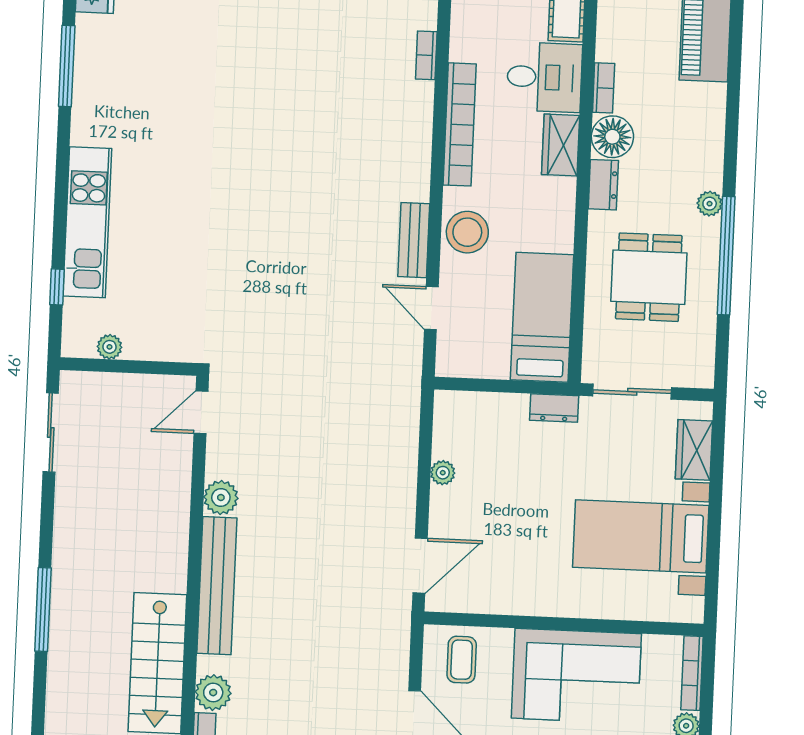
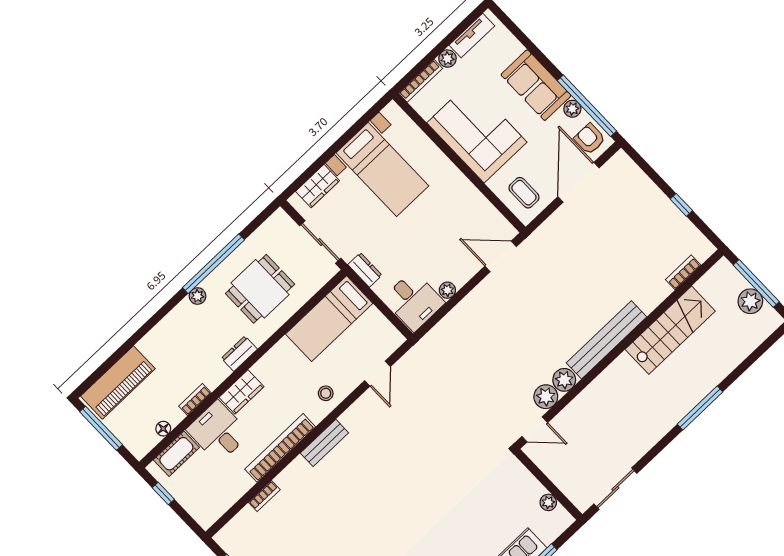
floor lamp: (612, 137) -> (163, 429), moved, width x0.53, depth x0.53
stool: (467, 232) -> (326, 393), width x0.53, depth x0.53
bench: (414, 240) -> (324, 443), moved
desk: (469, 426) -> (414, 301), added
coffee table: (462, 660) -> (524, 193), turned 90
plant: (213, 693) -> (546, 397), moved

